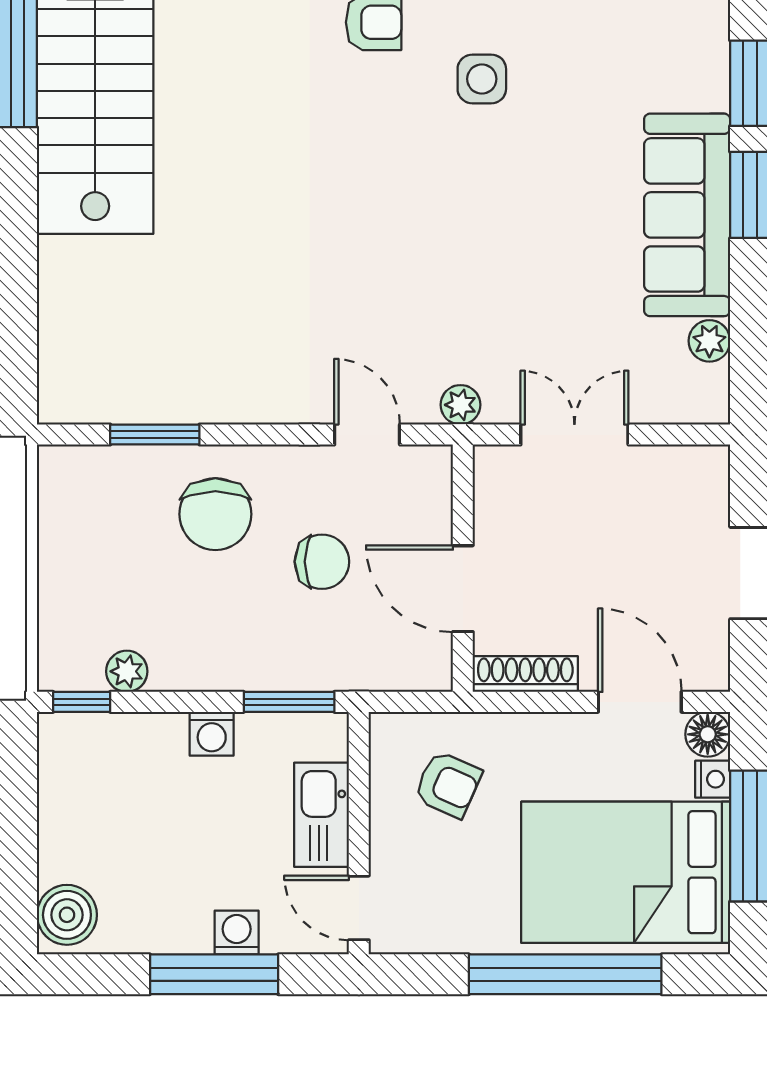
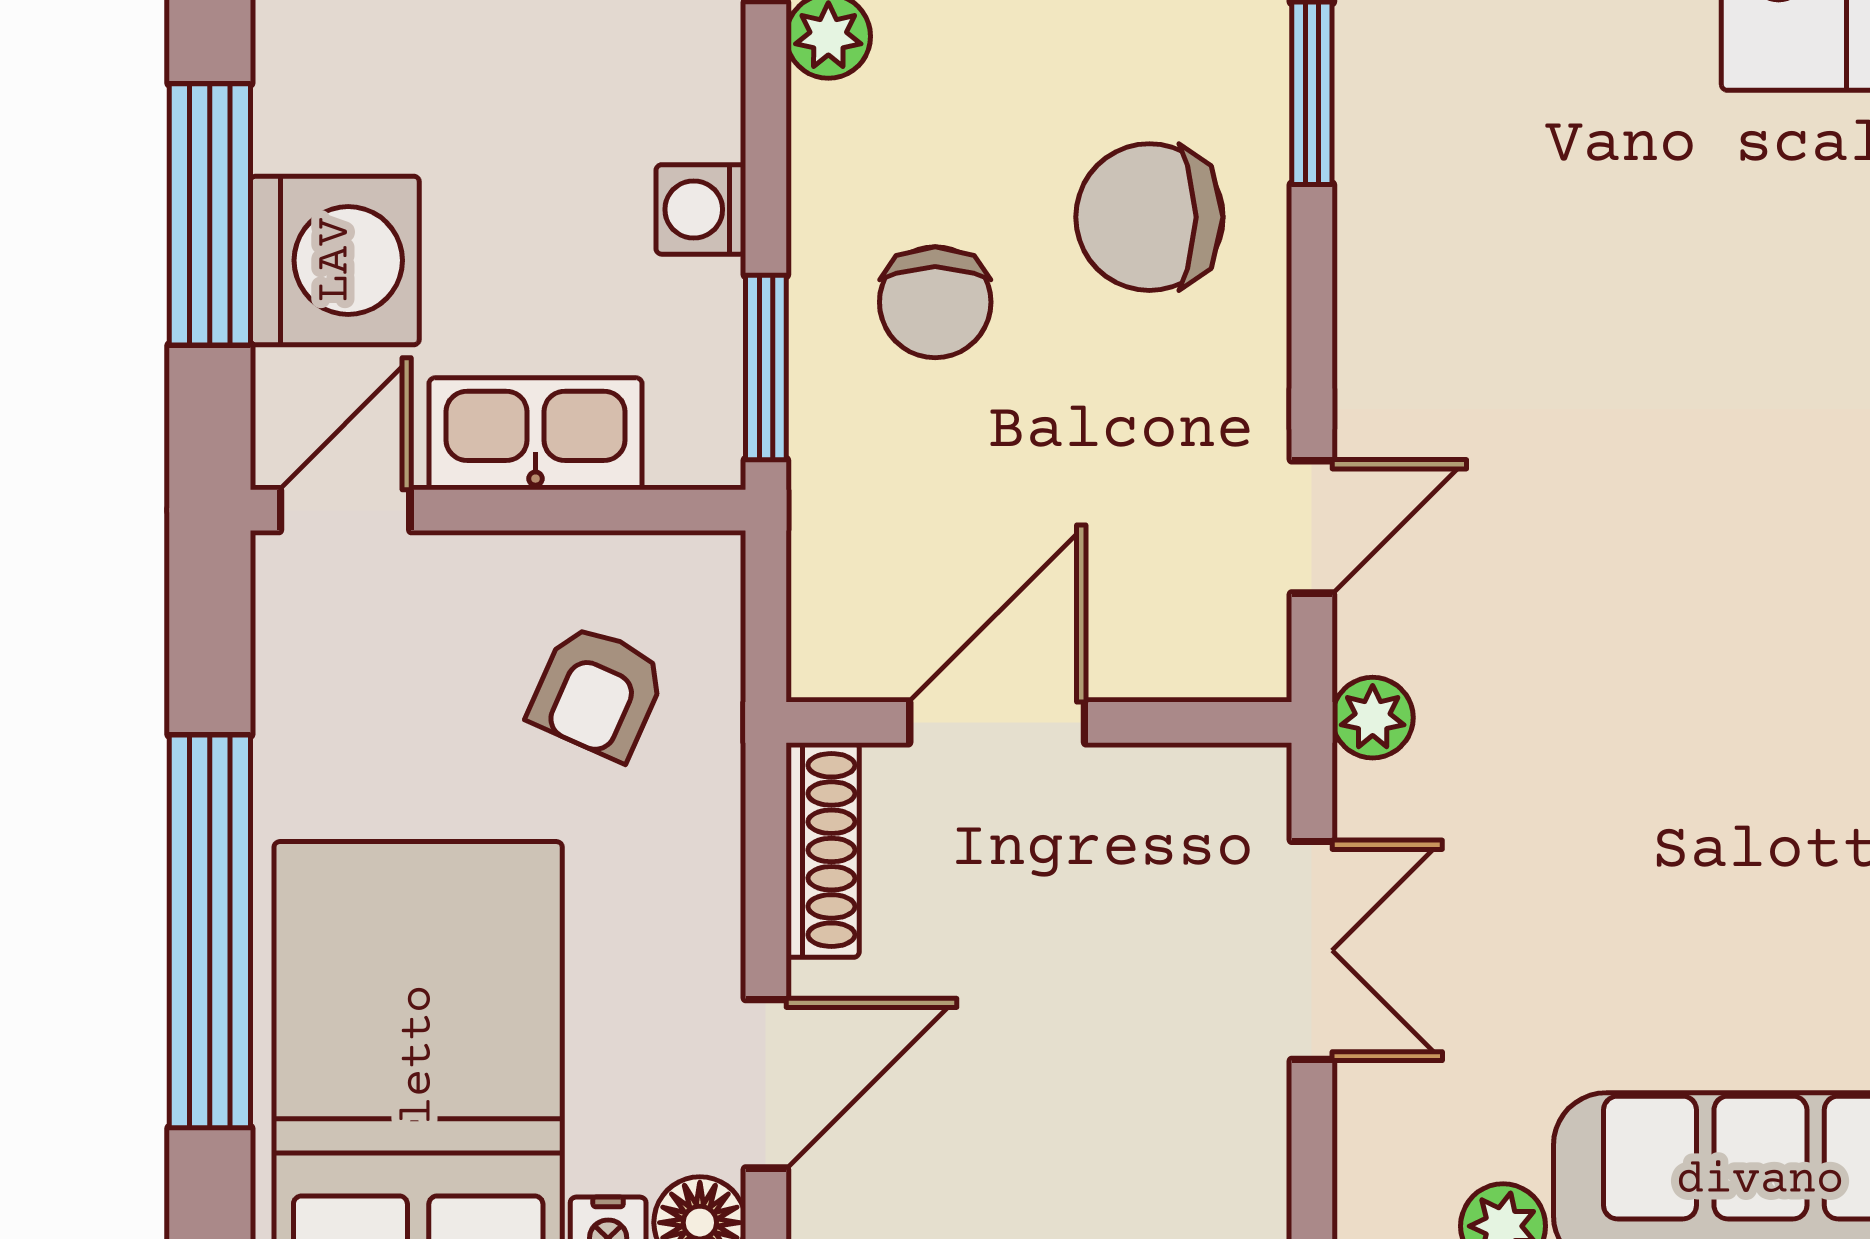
chair: (322, 562) -> (935, 302), moved
washing machine: (237, 933) -> (335, 260), width x1.89, depth x1.89

